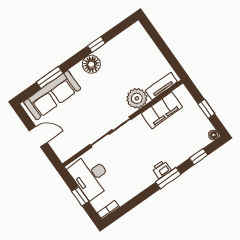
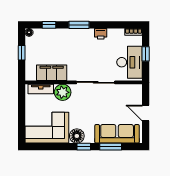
window: (96, 45) -> (84, 147), moved
corner sofa: (128, 51) -> (47, 128), added
printer: (161, 169) -> (101, 34), moved

